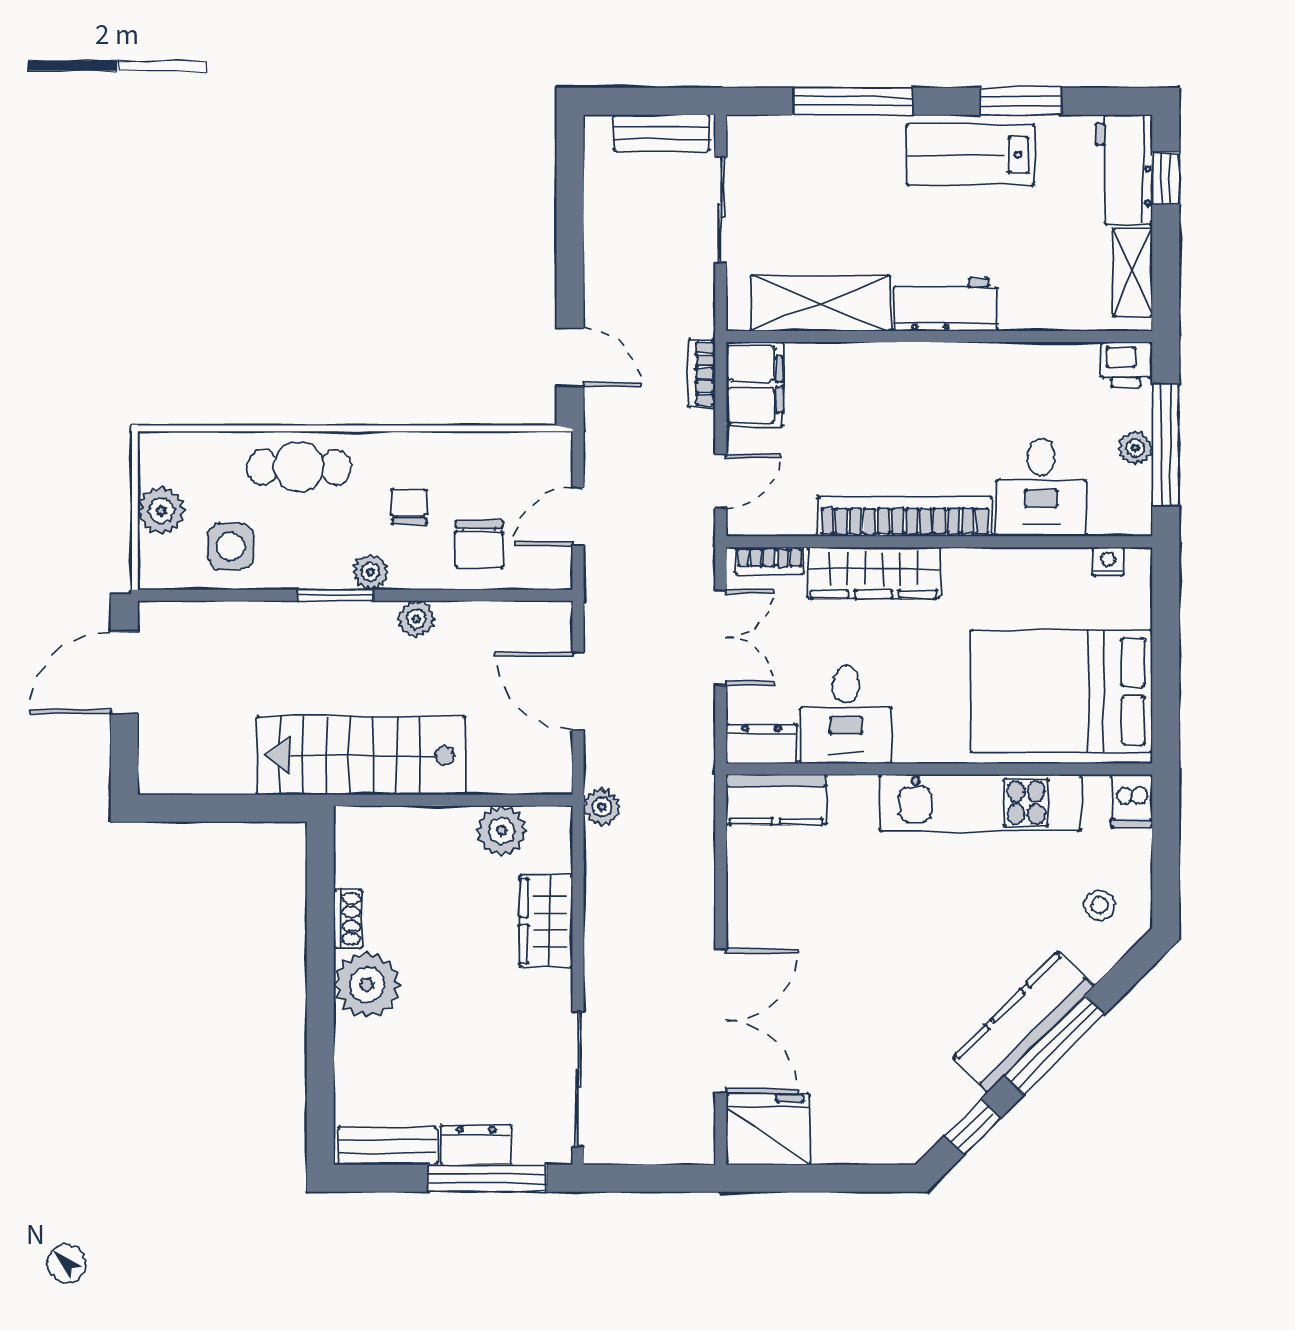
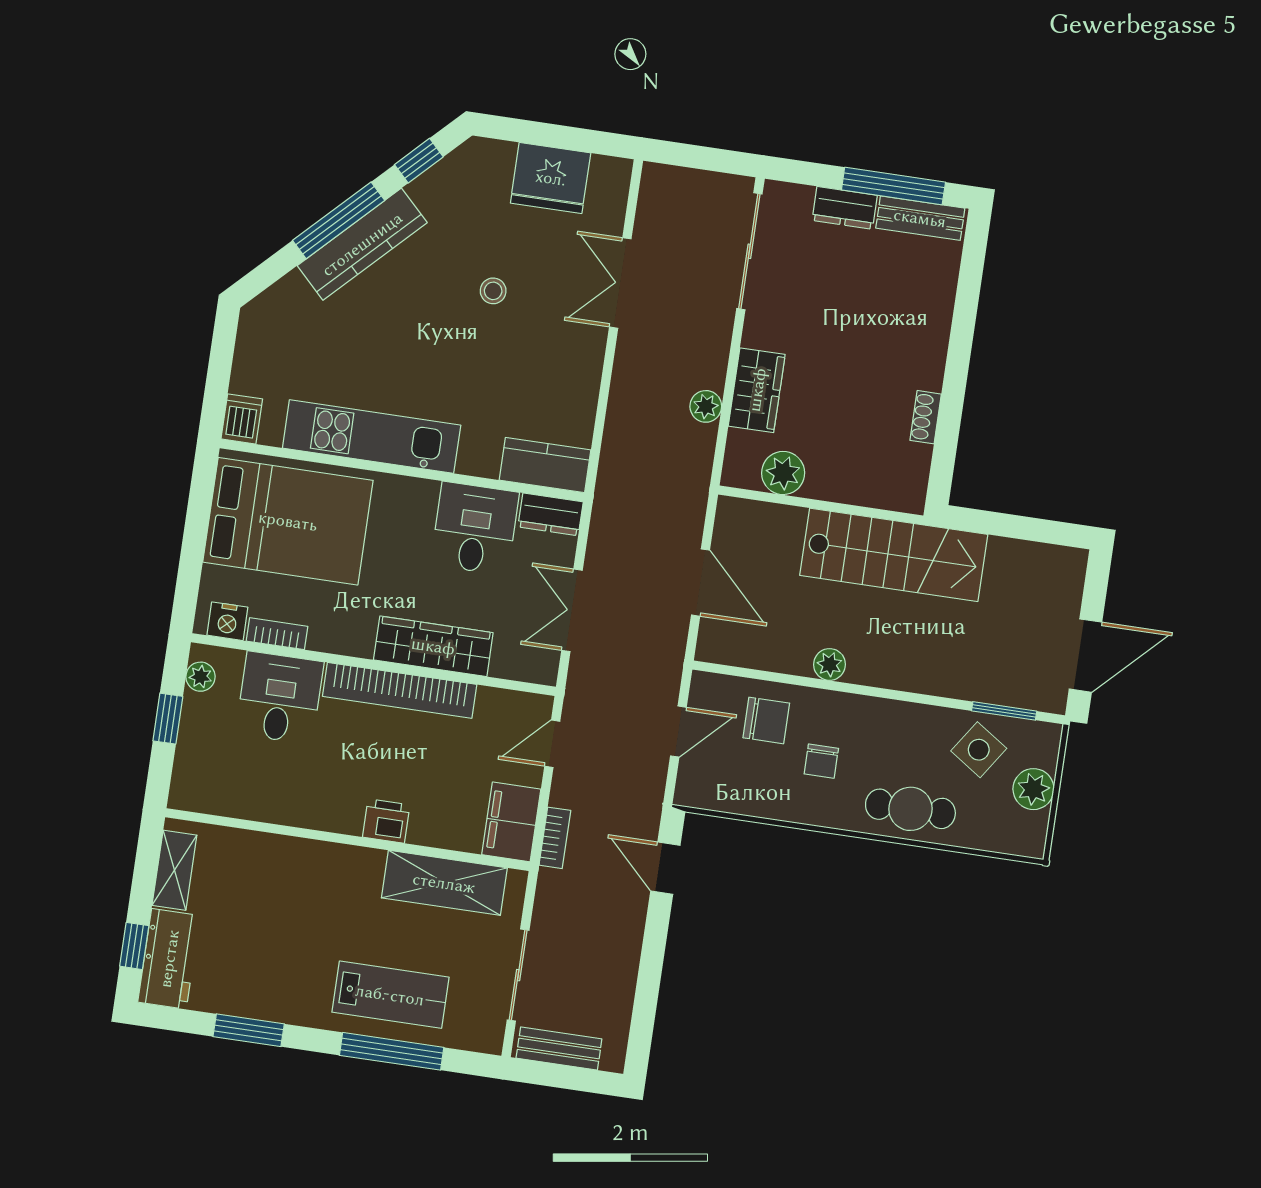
lab bench: (970, 155) -> (390, 995), moved
workbench: (946, 305) -> (338, 866), removed
printer: (1126, 364) -> (386, 821), moved
window: (1166, 445) -> (168, 719), width x0.46
plant: (1135, 448) -> (200, 677), moved
chair: (479, 544) -> (766, 720), turned 90
side table: (231, 546) -> (979, 750), turned 34
bookcase: (769, 561) -> (277, 634), moved
nightstand: (1108, 561) -> (227, 621), width x1.39, depth x1.35
plant: (370, 572) -> (863, 710), removed
window: (336, 595) -> (1004, 711), moved
plant: (602, 807) -> (706, 406), moved
stool: (1100, 905) -> (493, 291), moved
plant: (367, 985) -> (918, 358), removed
double door: (721, 1021) -> (620, 283), width x0.73
fridge: (768, 1129) -> (551, 178), moved
window: (487, 1178) -> (893, 186), moved

